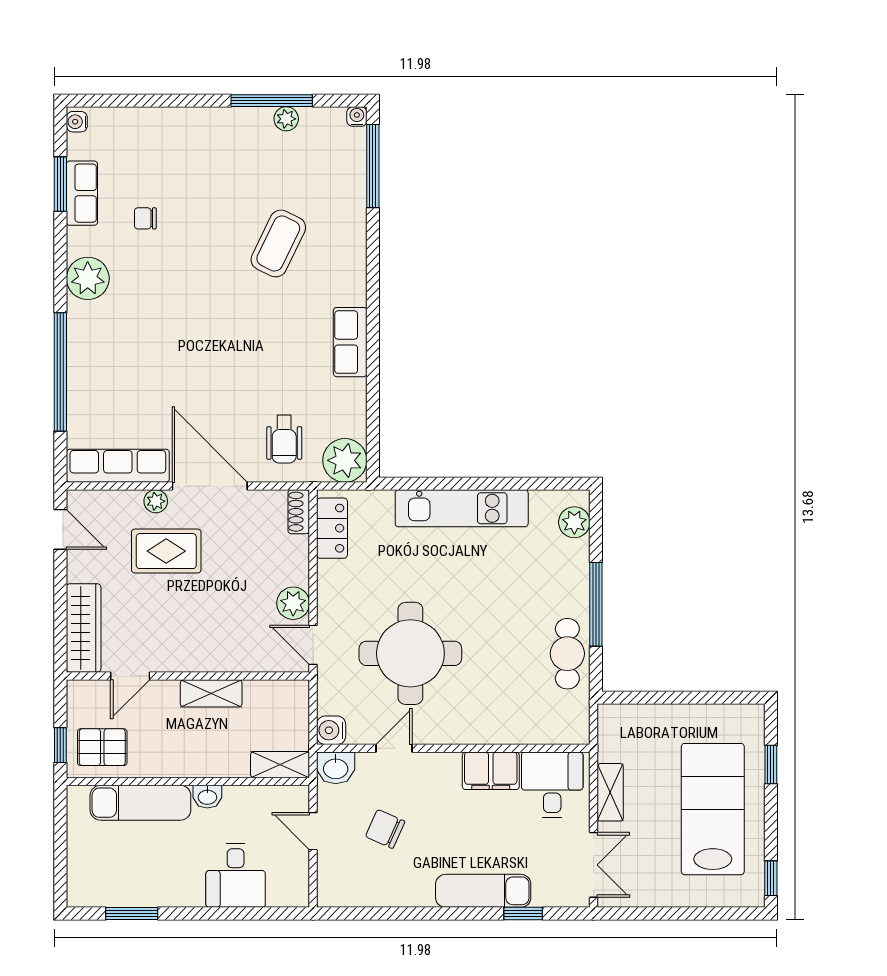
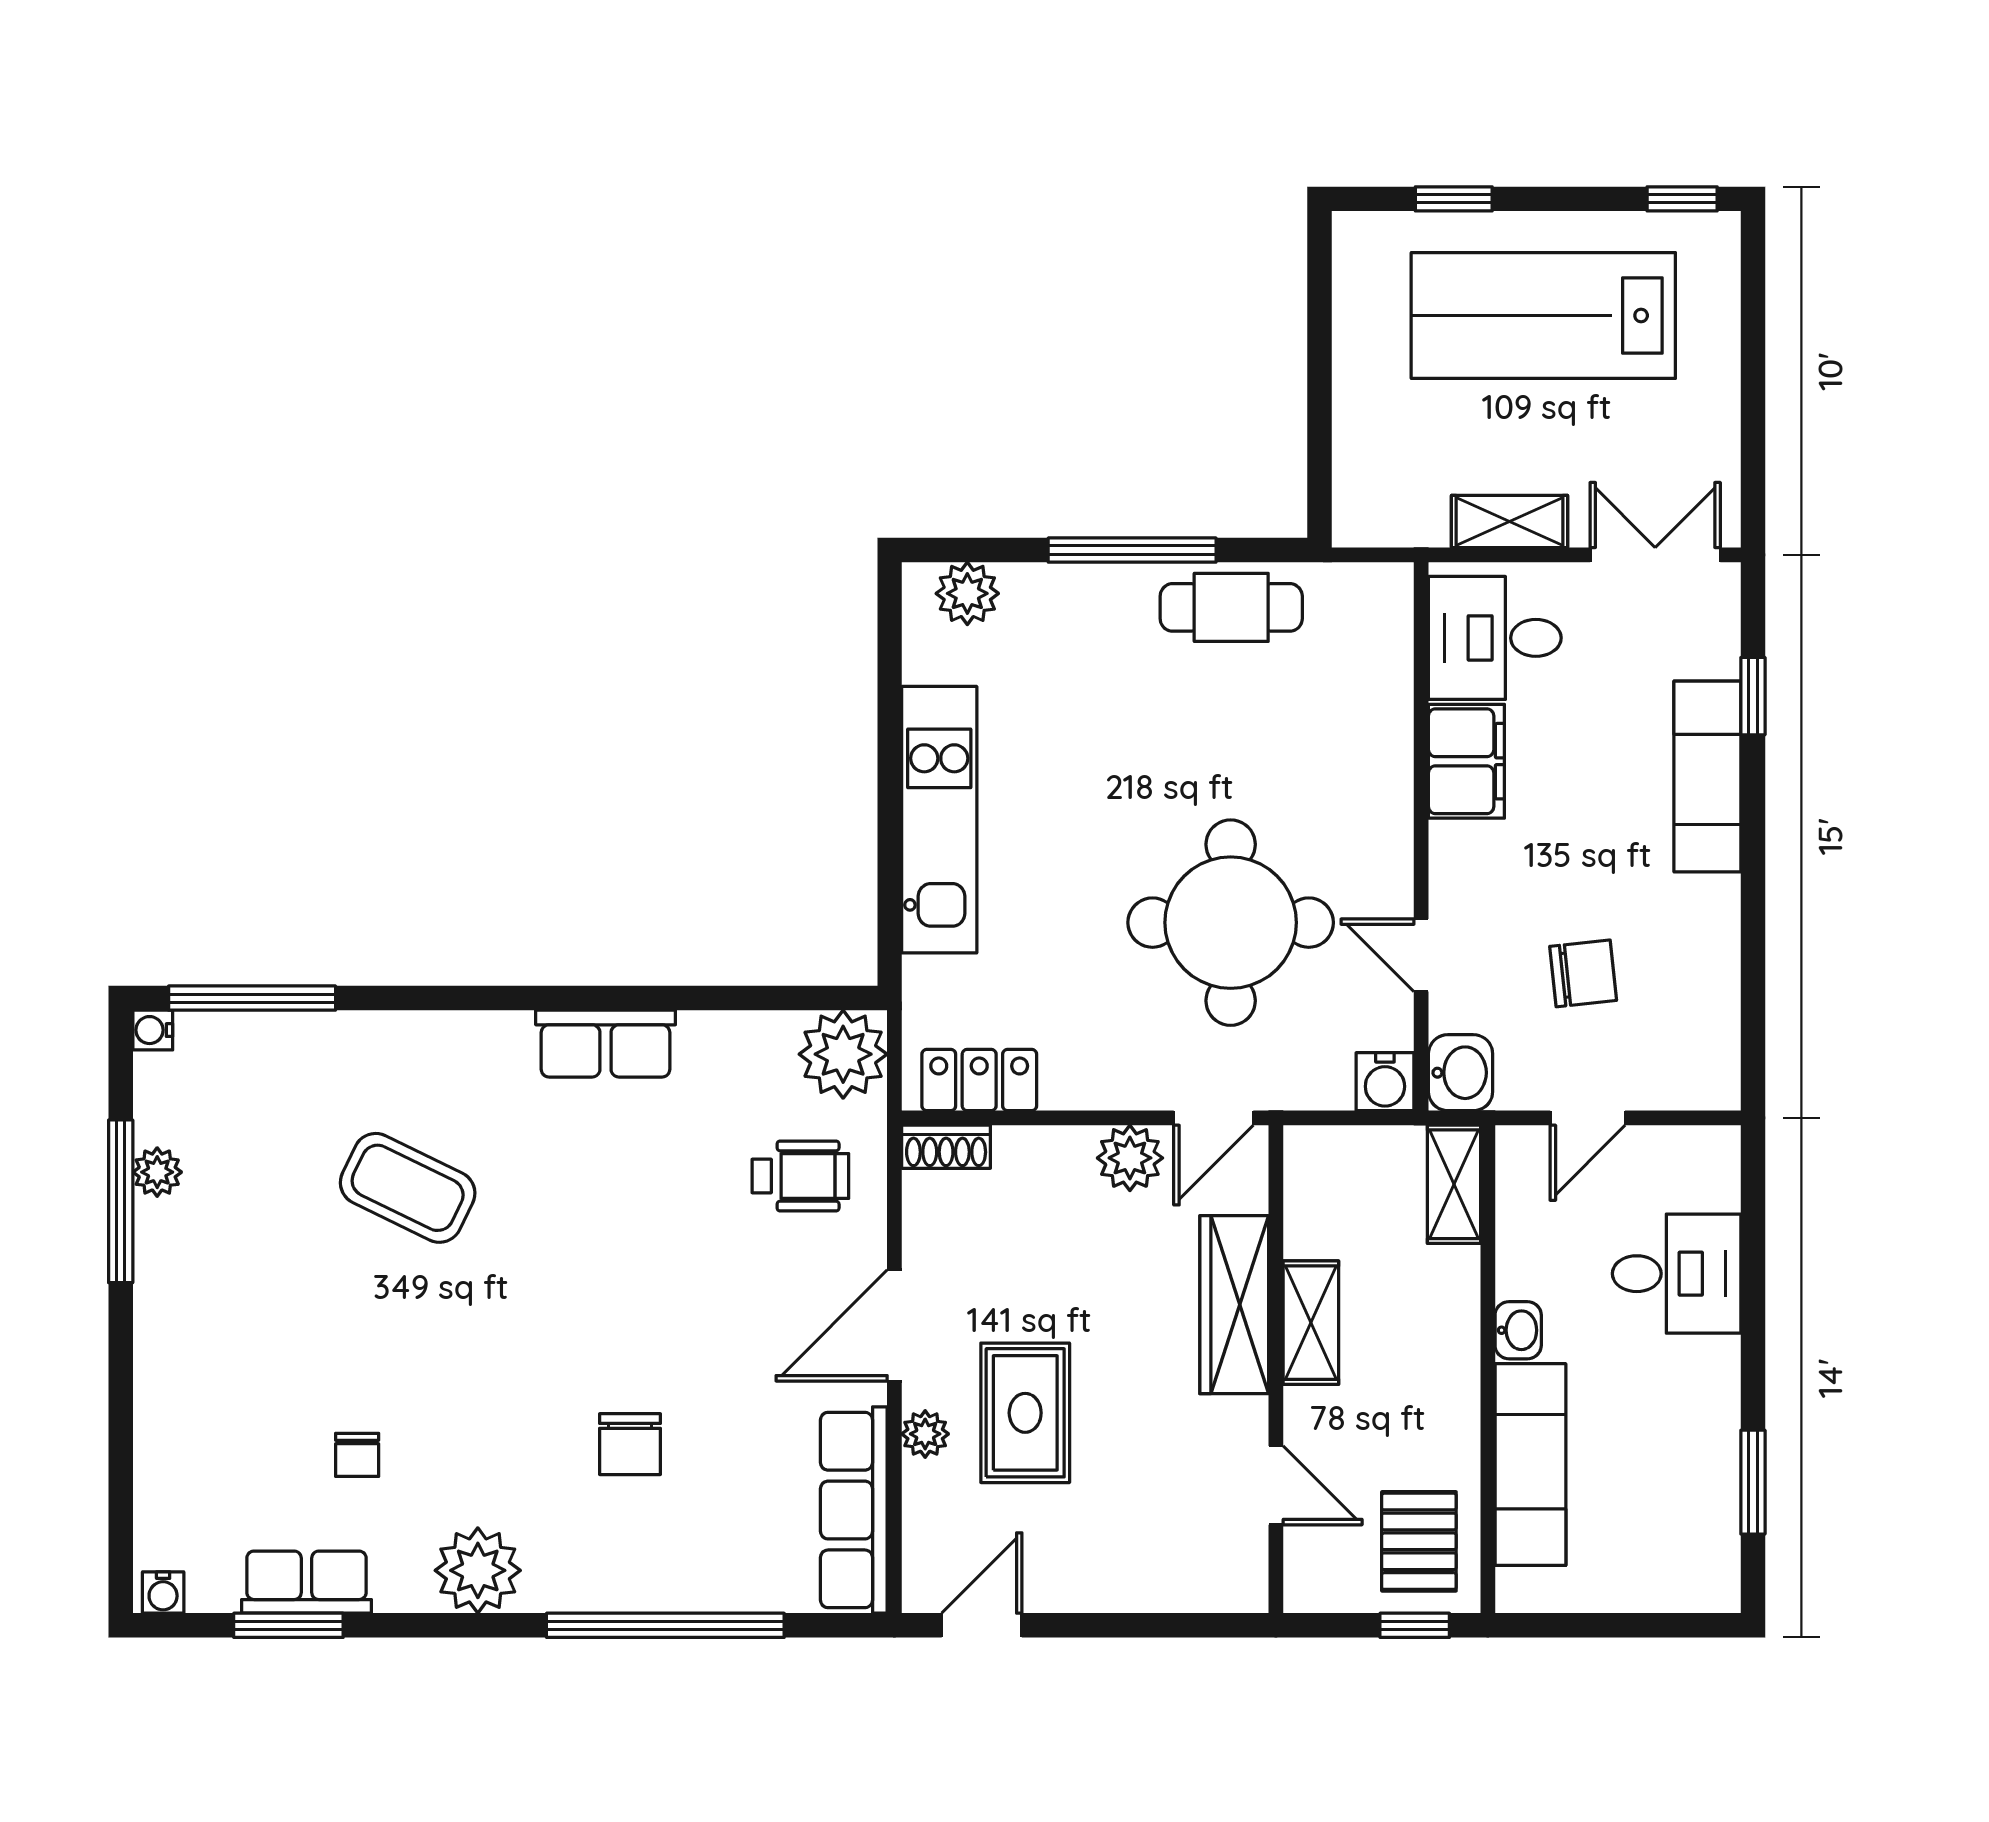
chair: (151, 354) -> (630, 1444), added
door: (210, 486) -> (894, 1326), width x0.73
wardrobe: (84, 628) -> (1234, 1305), moved, turned -90
chair: (385, 829) -> (1583, 973), turned -120

